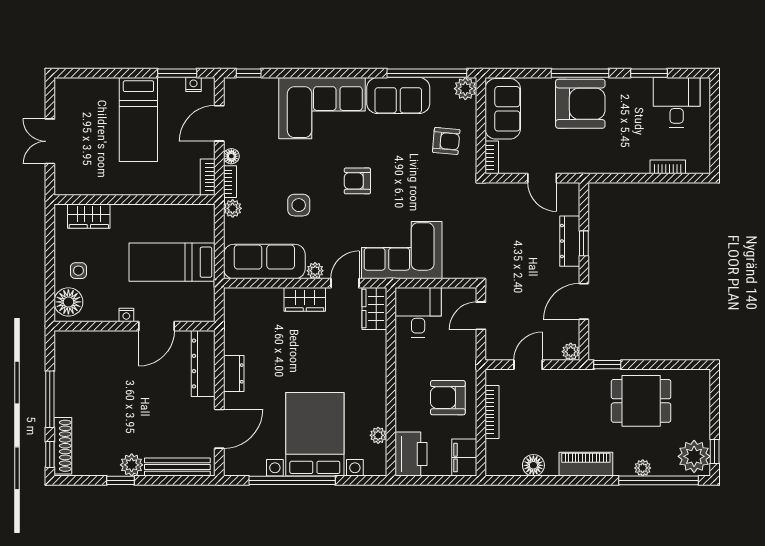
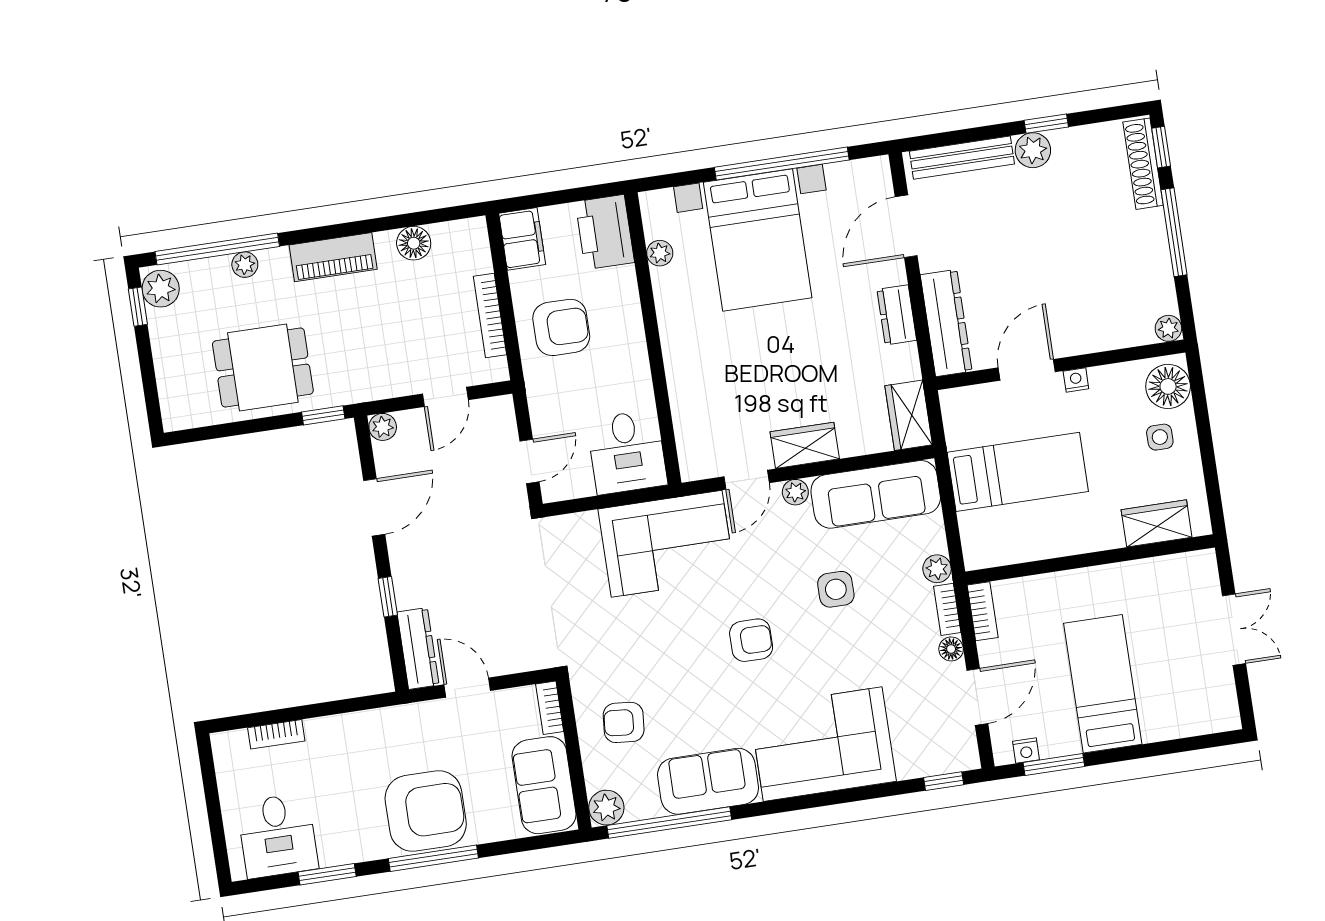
armchair: (580, 104) -> (426, 811), turned 180
dresser: (570, 241) -> (418, 649), moved
wardrobe: (374, 309) -> (909, 415), moved, turned 180
plant: (63, 339) -> (1168, 328), added
plant: (694, 456) -> (161, 289), width x0.73, depth x0.73

